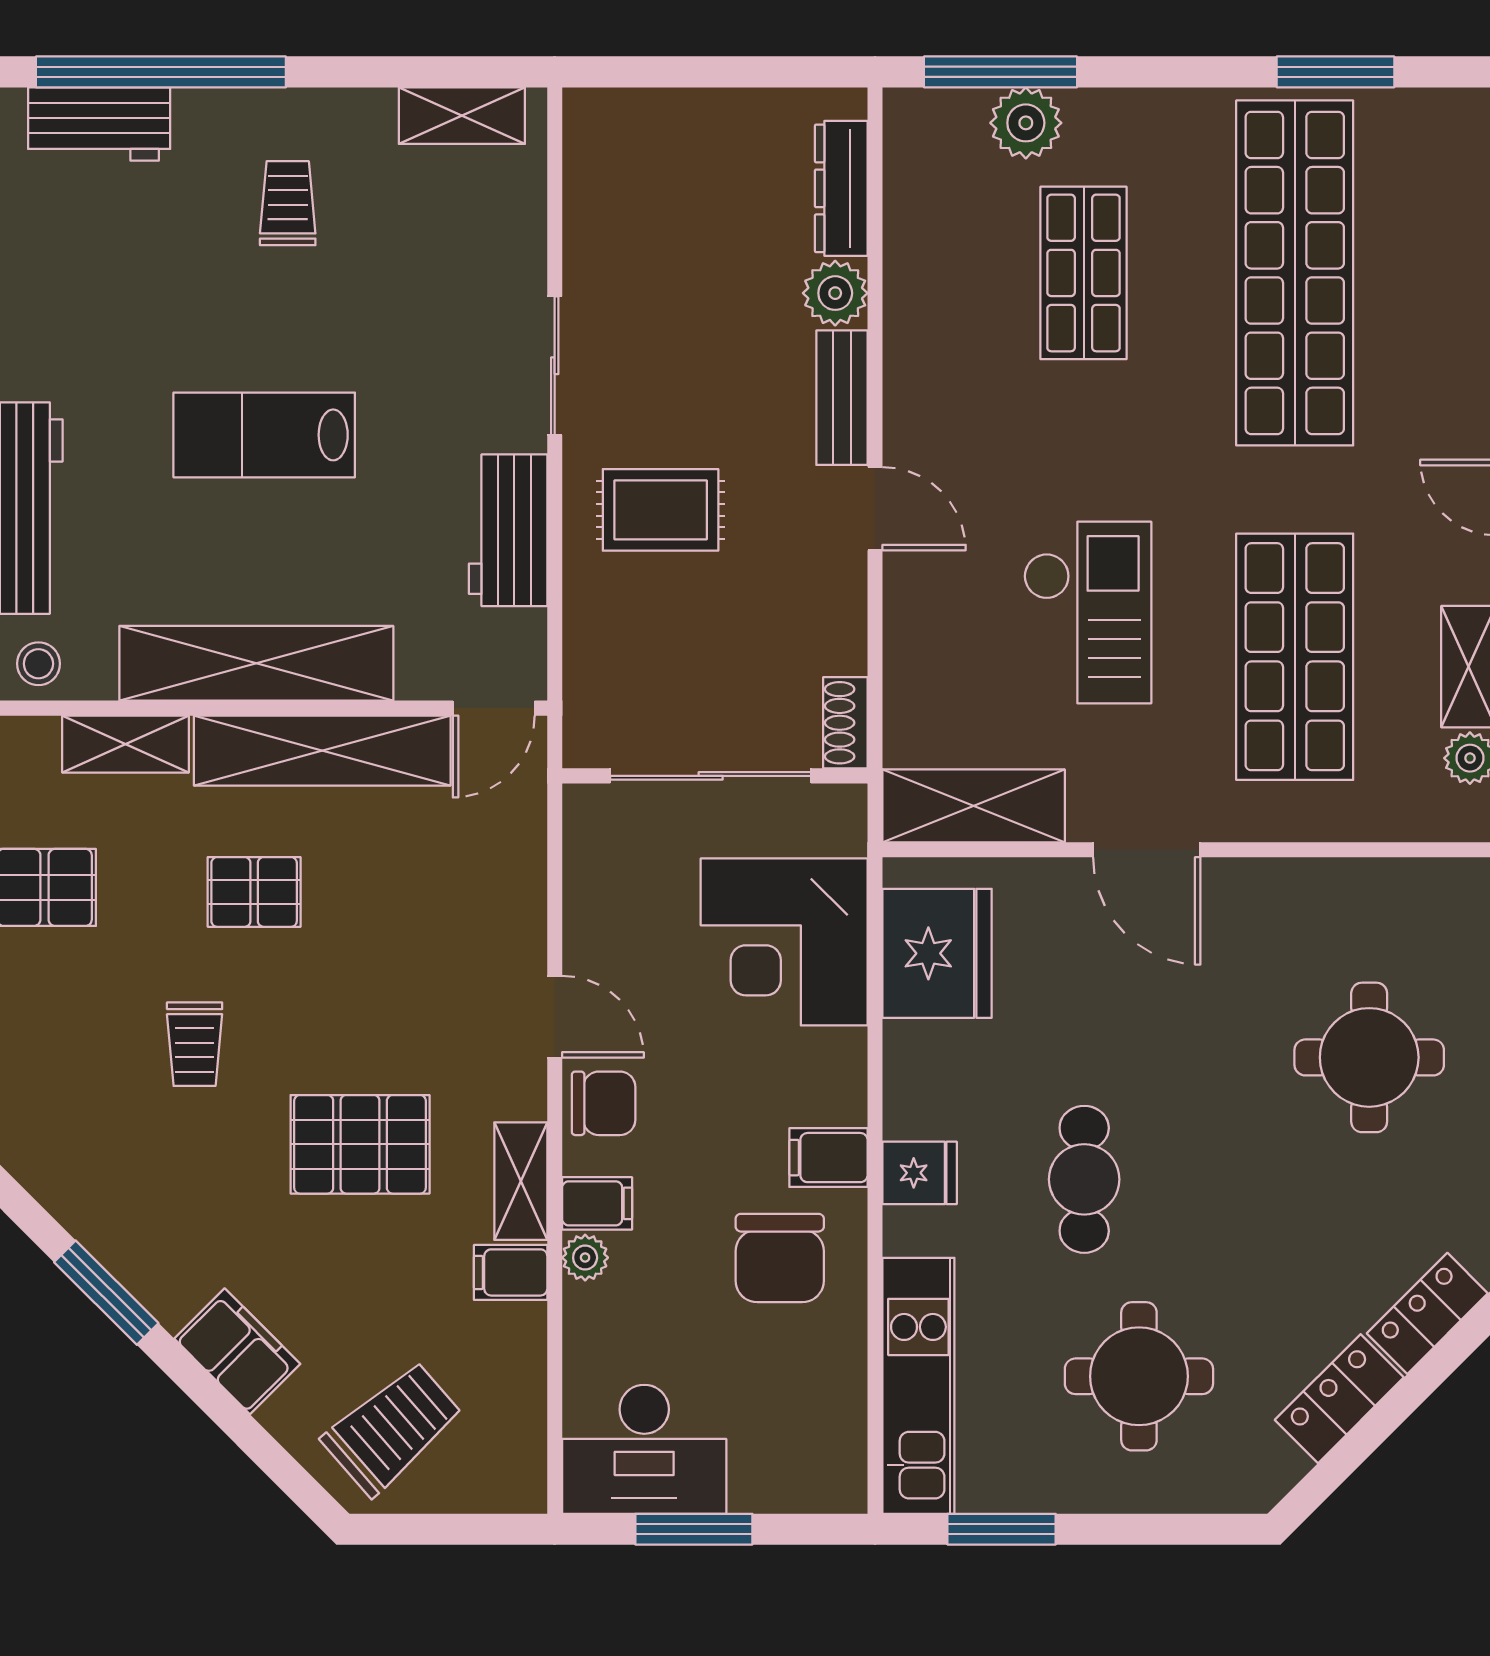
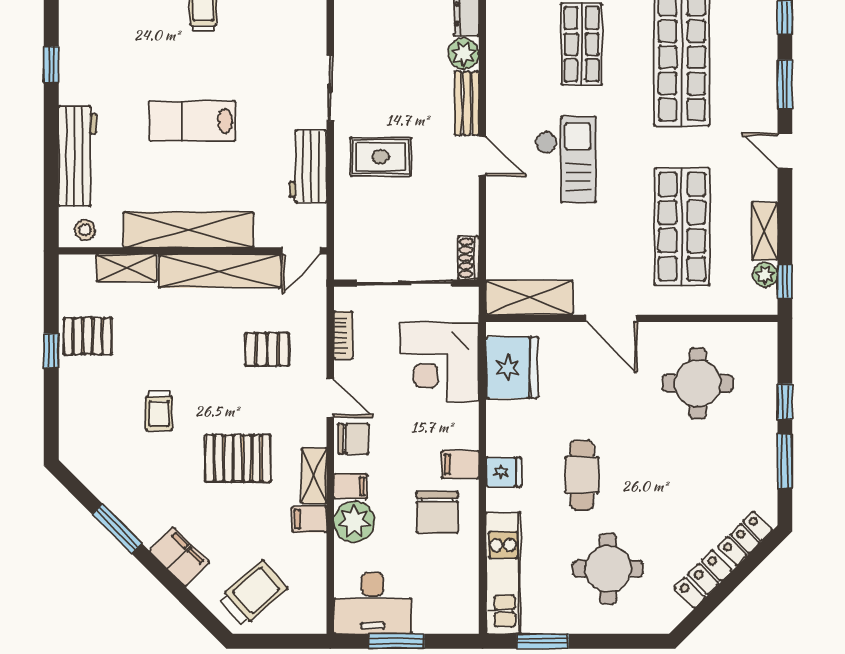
checkout: (1088, 612) -> (566, 160), moved
bookcase: (582, 885) -> (343, 335), added
pallet: (254, 892) -> (267, 349), moved
round table: (1369, 1057) -> (698, 383), moved
plant: (585, 1258) -> (354, 522), width x1.88, depth x1.88

